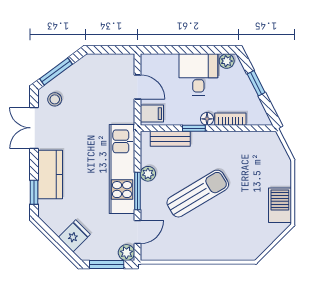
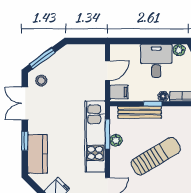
door: (137, 87) -> (108, 71), hinge flipped
bench: (170, 139) -> (140, 112), width x1.36
kitchen counter: (50, 174) -> (38, 154), moved
window: (137, 191) -> (108, 134), moved
window: (34, 192) -> (25, 141), moved

